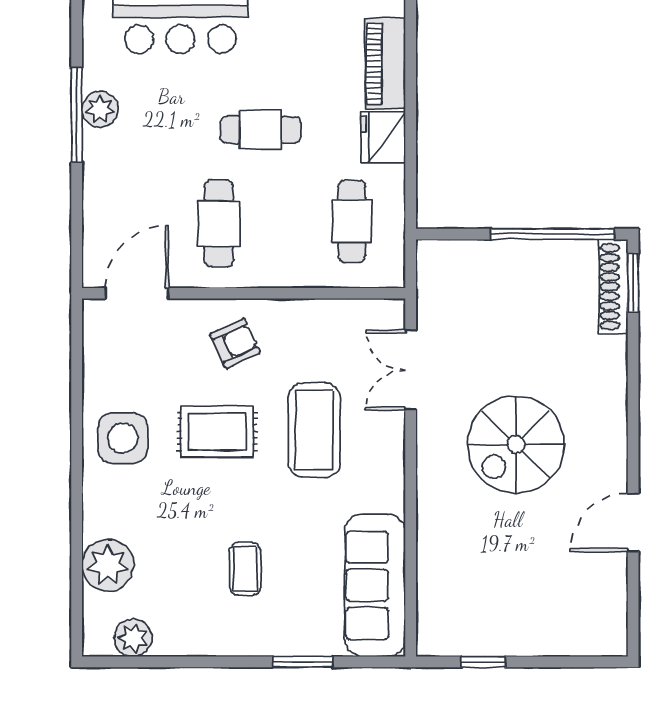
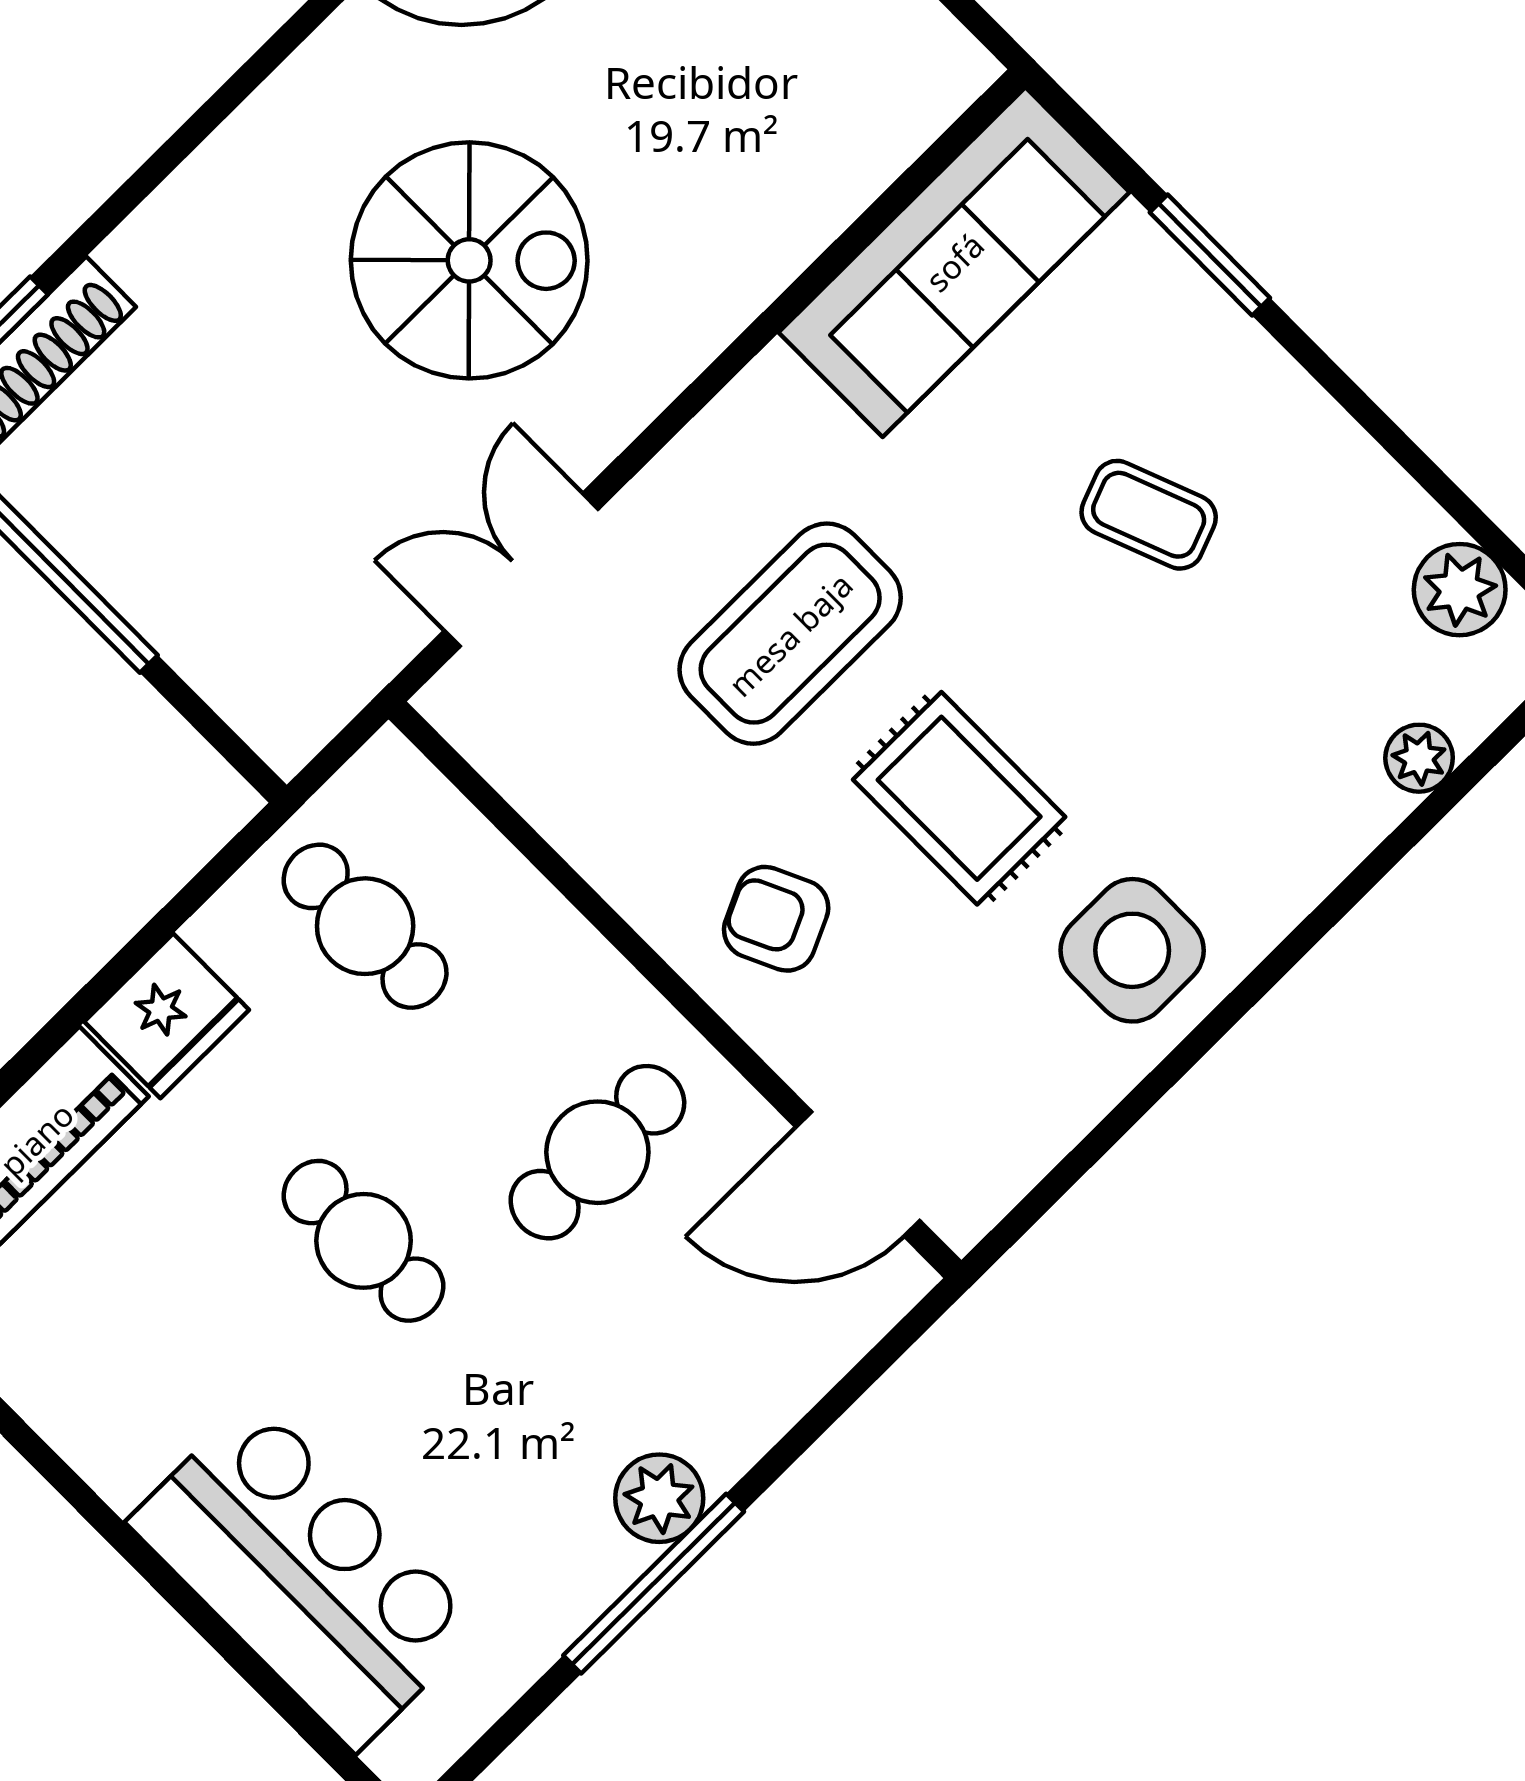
plant: (100, 109) -> (659, 1498), moved
cafe table: (352, 221) -> (365, 926), turned 90
double door: (411, 370) -> (521, 570), swing flipped
plant: (108, 565) -> (1419, 758), width x0.53, depth x0.53
coffee table: (245, 569) -> (1149, 515), turned 69

